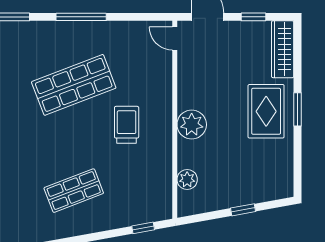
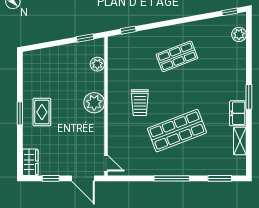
wardrobe: (283, 49) -> (30, 162), width x0.67
rug: (266, 111) -> (42, 112), width x0.73, depth x0.70
window: (243, 210) -> (85, 38), moved

